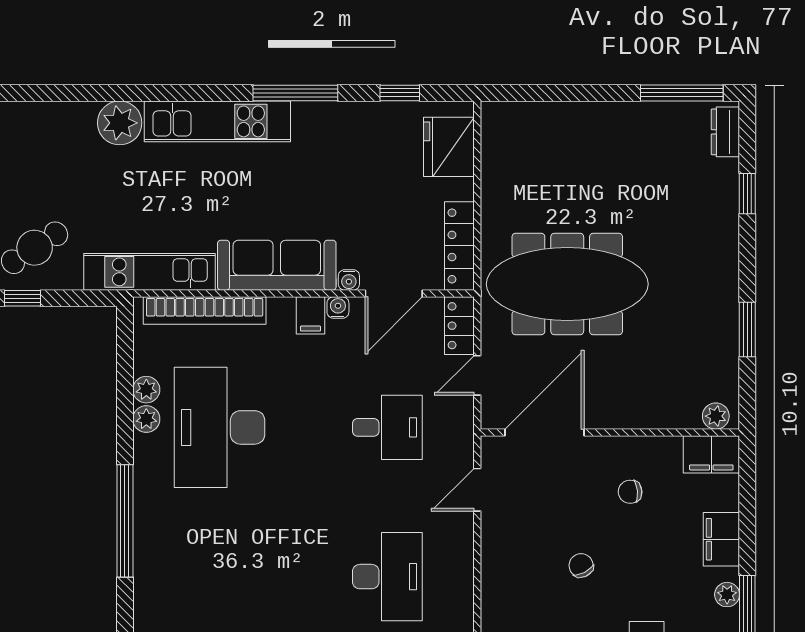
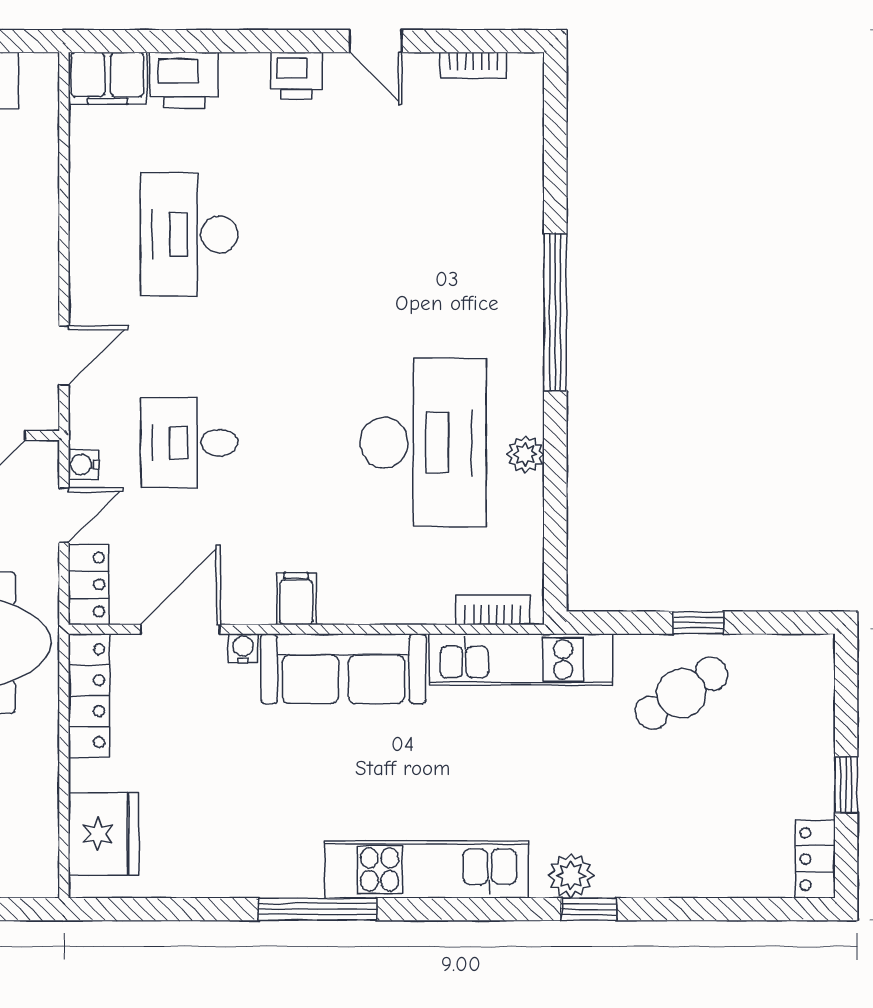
window: (400, 93) -> (589, 909), moved
plant: (120, 123) -> (571, 876), width x0.73, depth x0.73
water cooler: (338, 308) -> (83, 465), moved, turned 90
bookcase: (205, 311) -> (493, 610), width x0.43, depth x0.76
plant: (146, 390) -> (526, 495), removed

